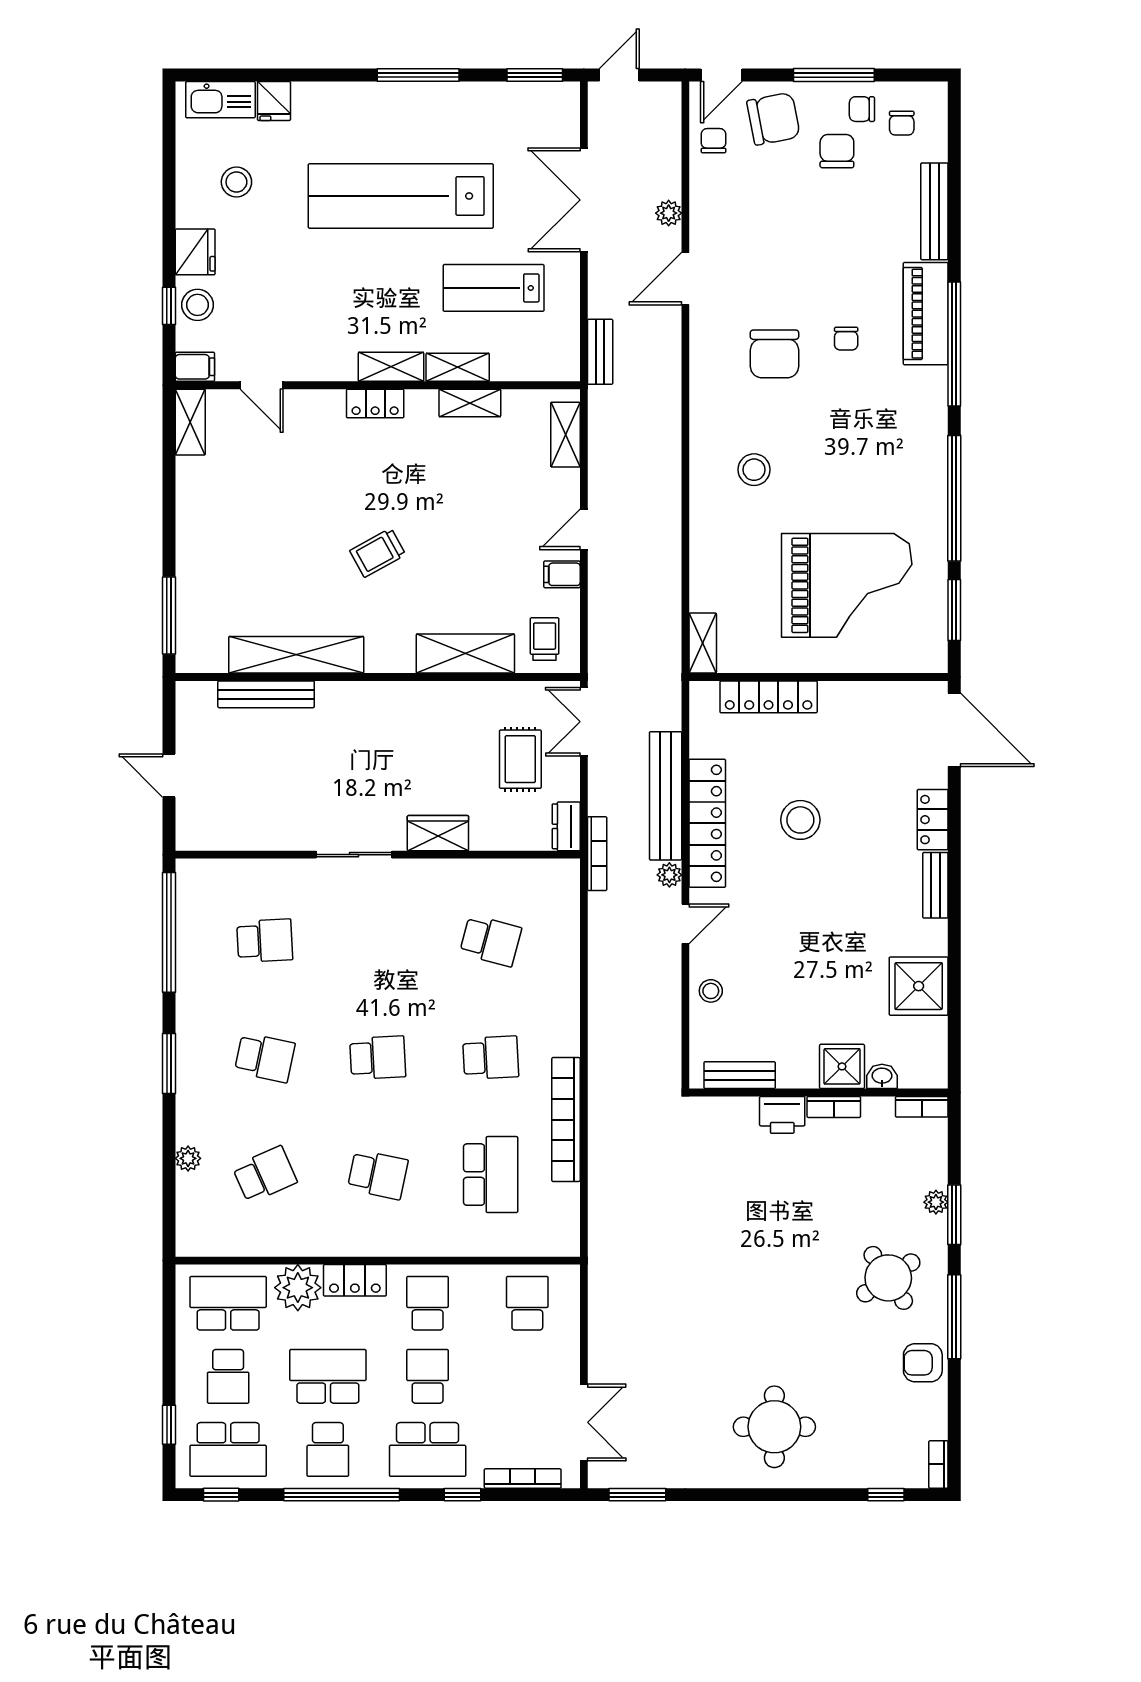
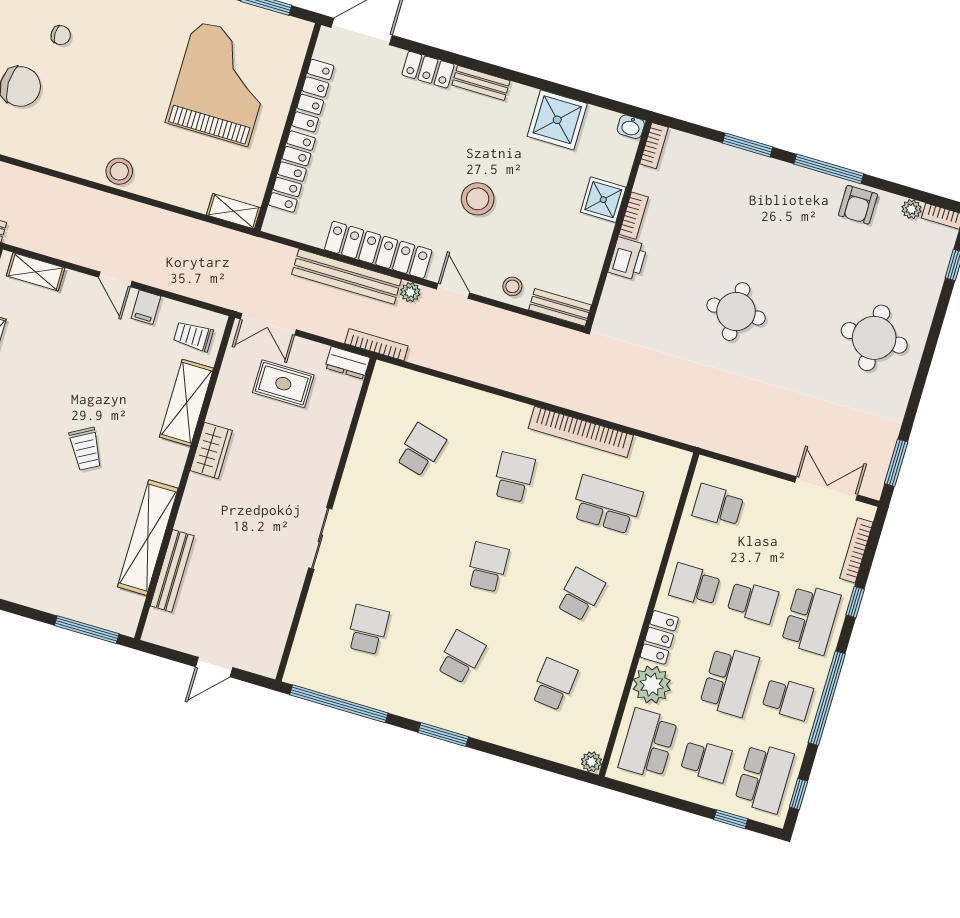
chair: (846, 339) -> (61, 35), moved
stool: (754, 470) -> (119, 171), moved
locker: (863, 695) -> (313, 96), added
stool: (800, 820) -> (478, 199), moved
wardrobe: (438, 833) -> (211, 451), moved, turned 180
bench: (740, 1075) -> (560, 307), moved, turned 90
washbasin: (882, 1076) -> (631, 127), moved, turned -90
plant: (188, 1158) -> (591, 762), moved
school desk: (265, 1175) -> (554, 684), turned 30
plant: (936, 1202) -> (911, 209), moved
round table: (888, 1278) -> (736, 312), moved, turned 34
school desk: (328, 1376) -> (729, 681), turned 180
school desk: (428, 1376) -> (753, 602), turned 180

